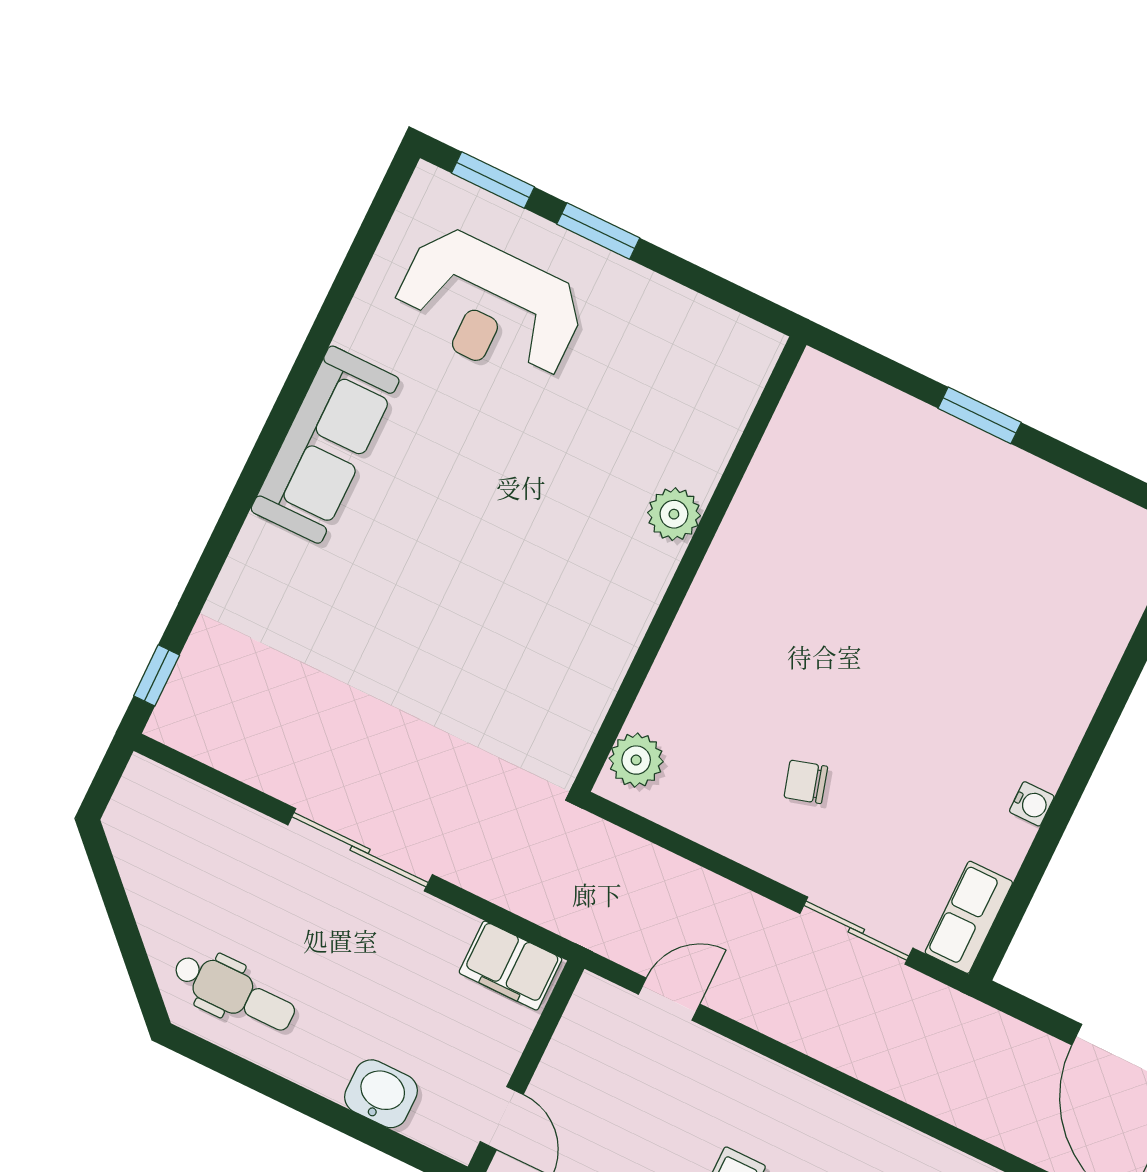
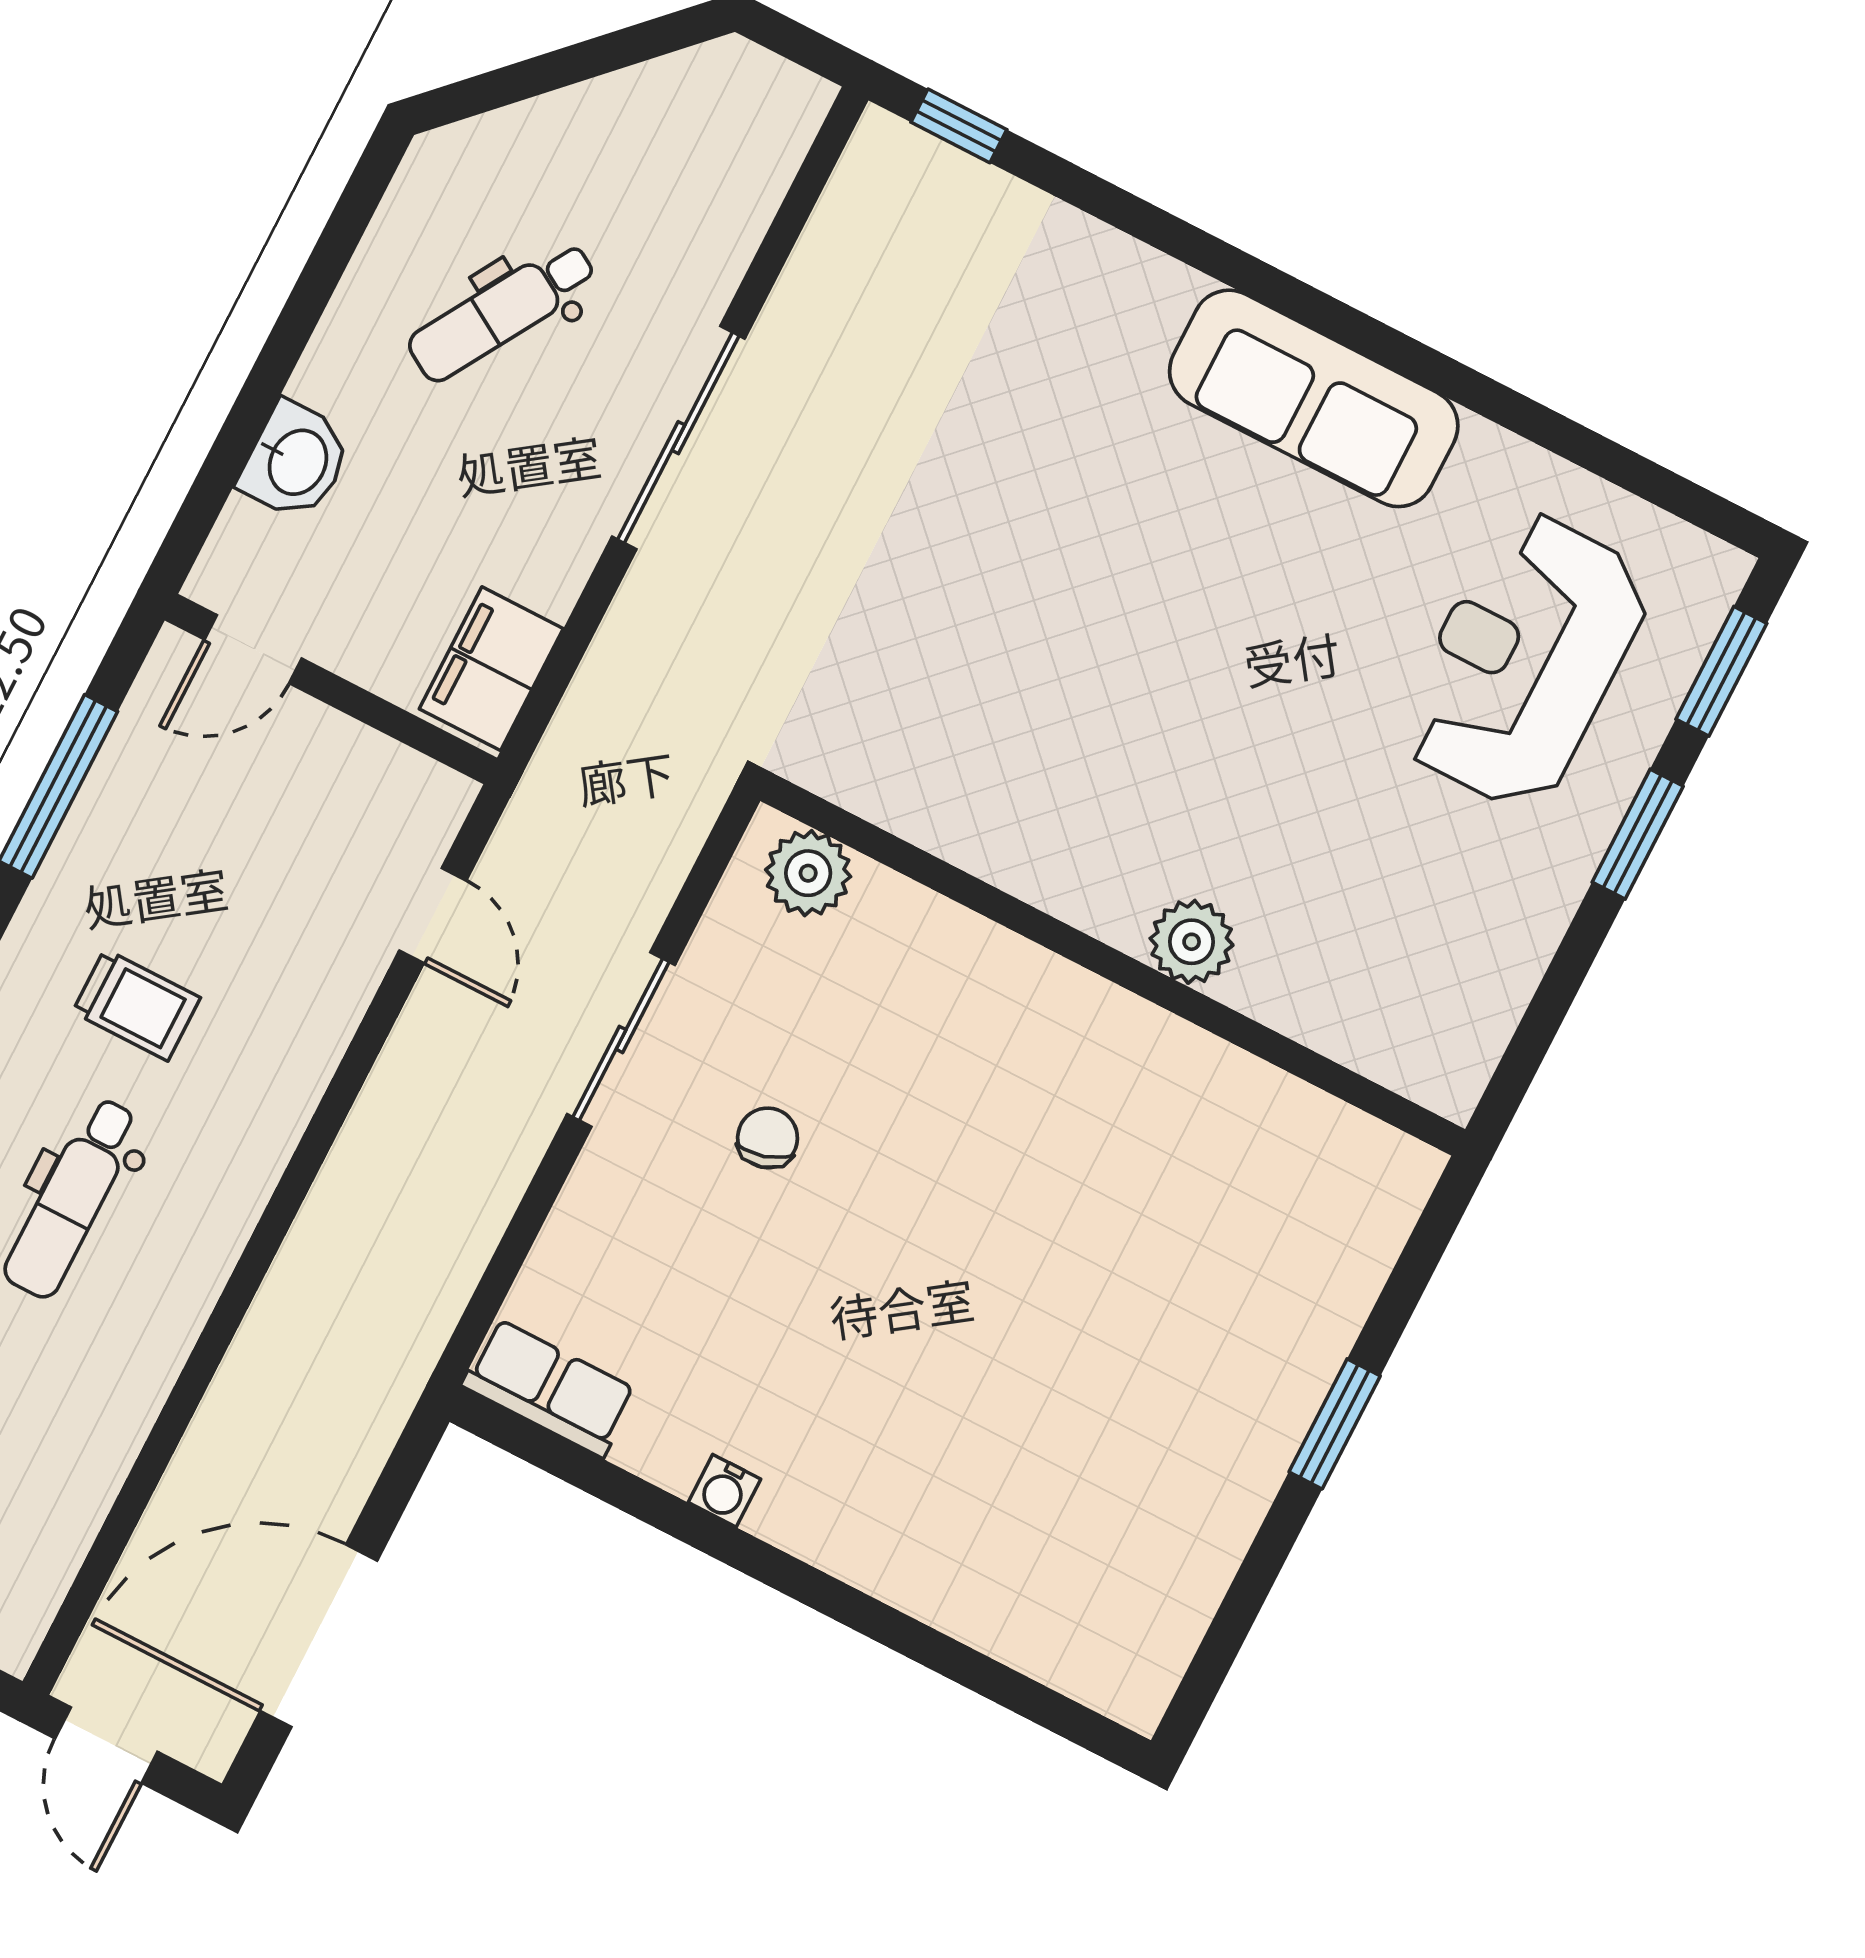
sliding door: (856, 931) -> (621, 1039), moved
dental chair: (234, 992) -> (502, 311), moved, turned 31

